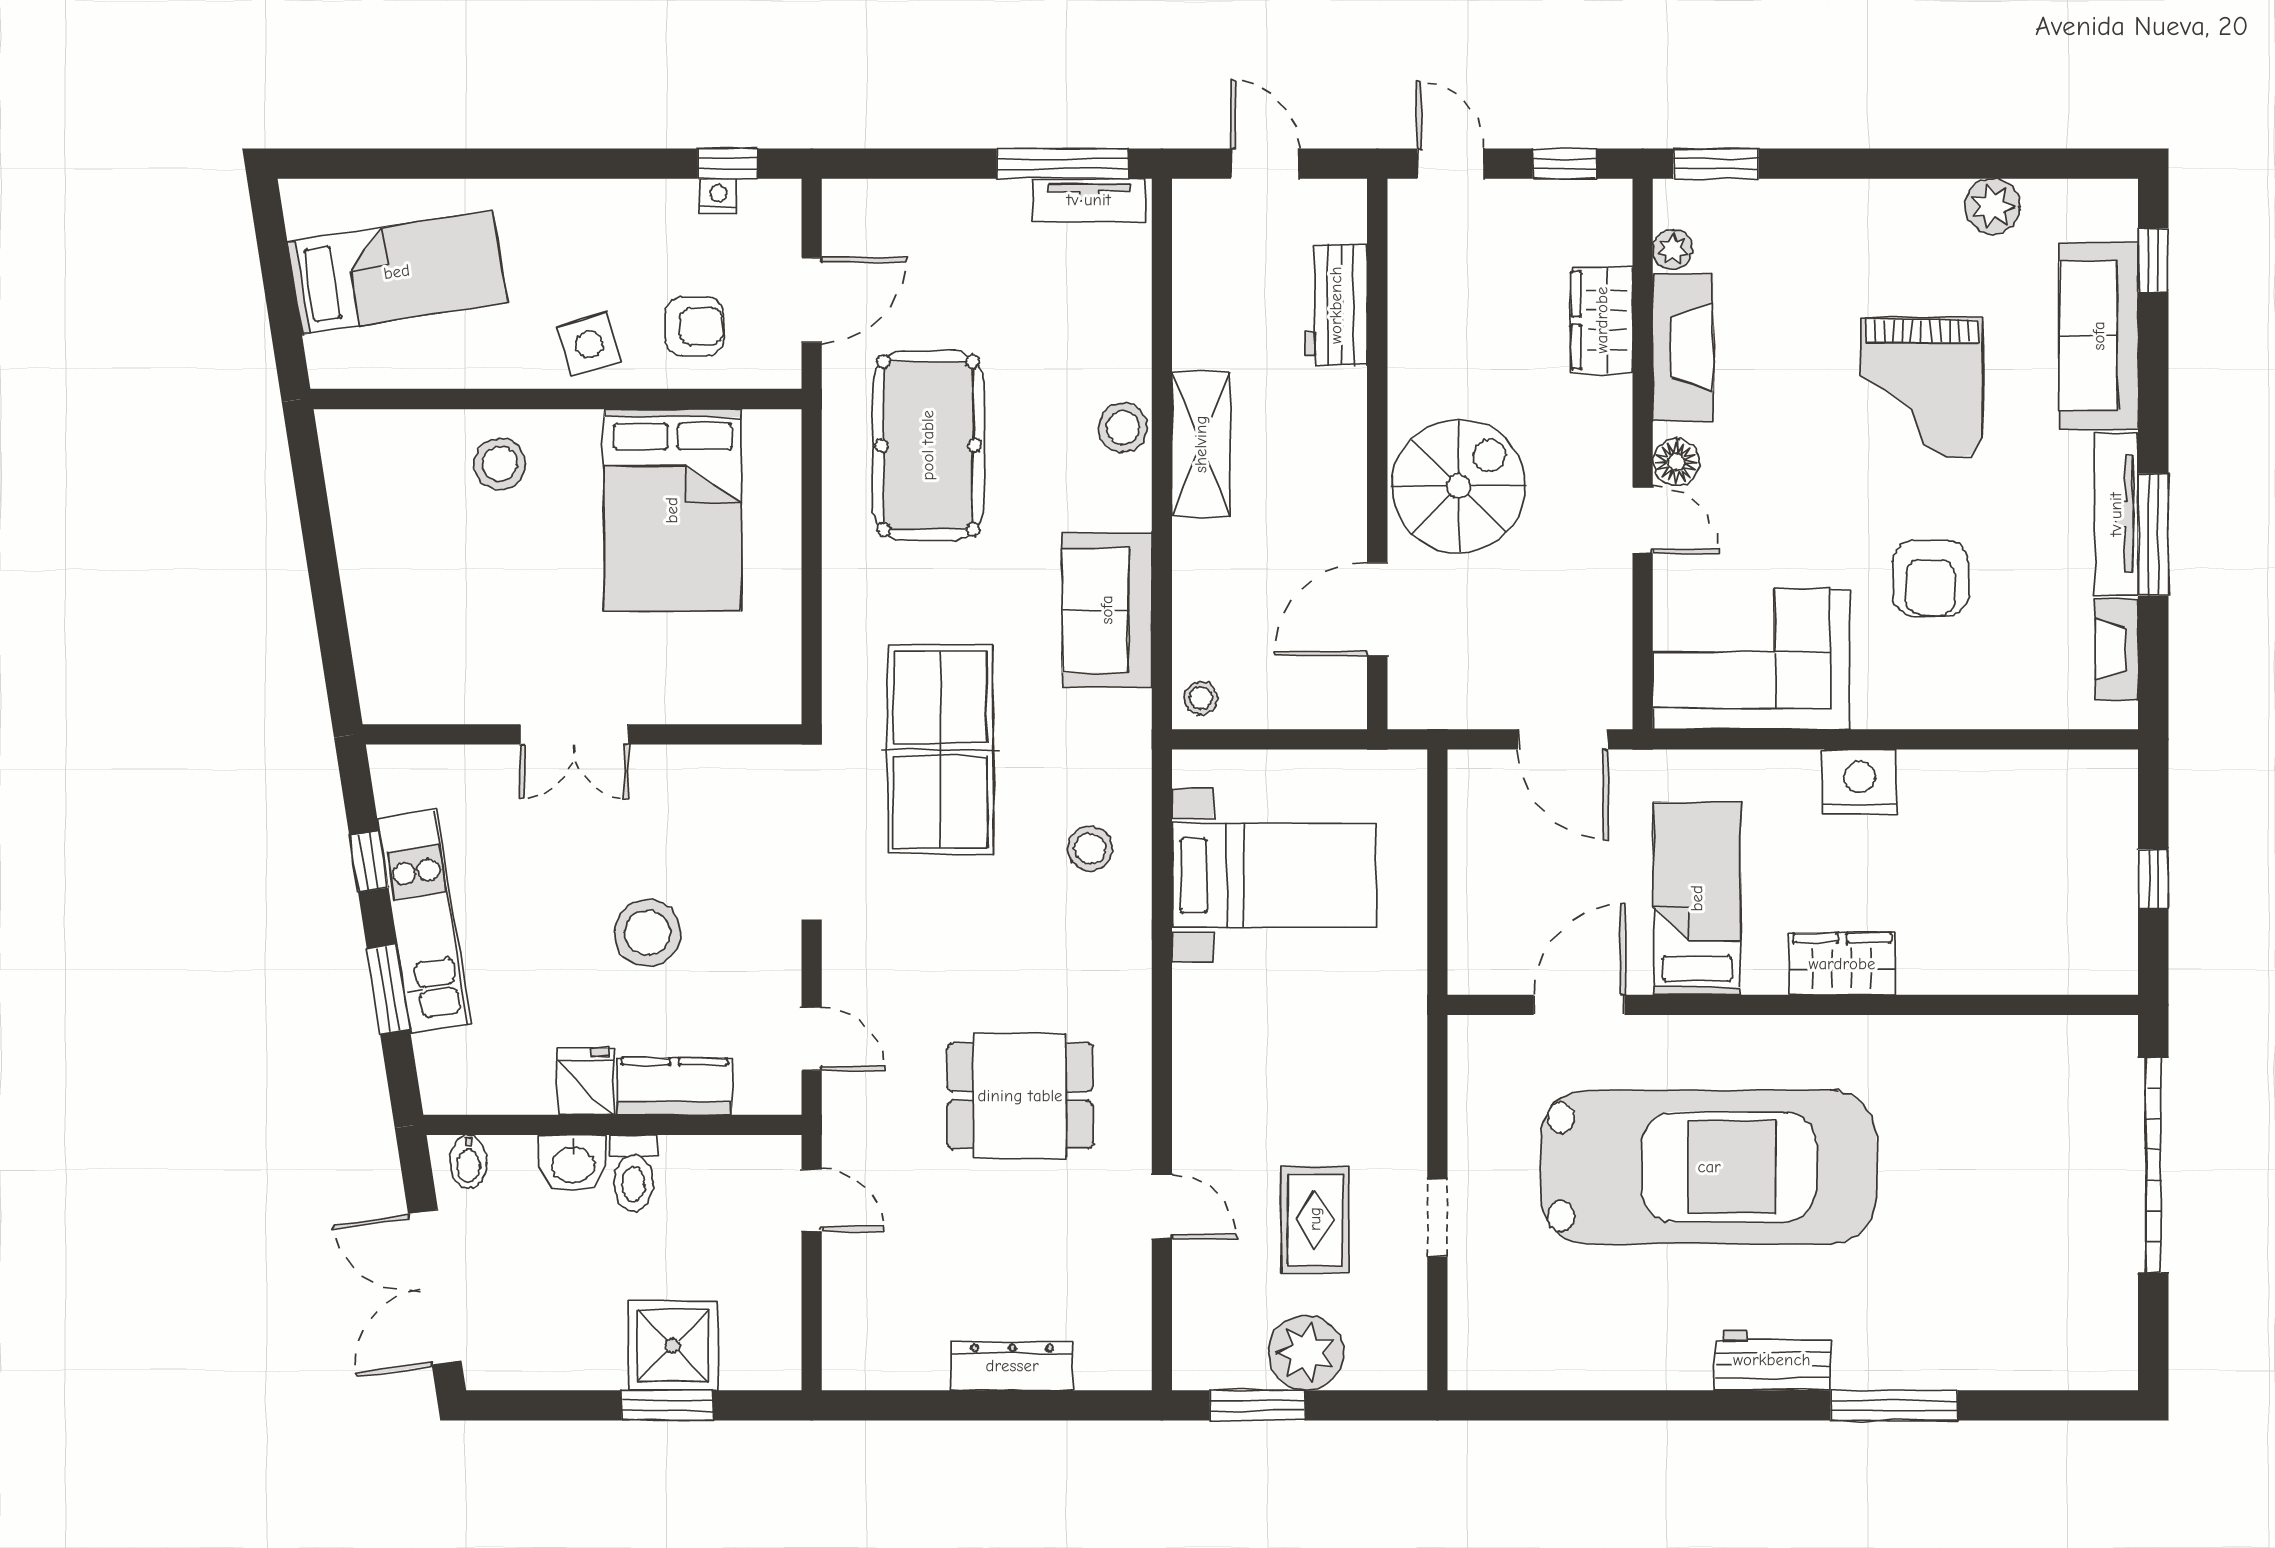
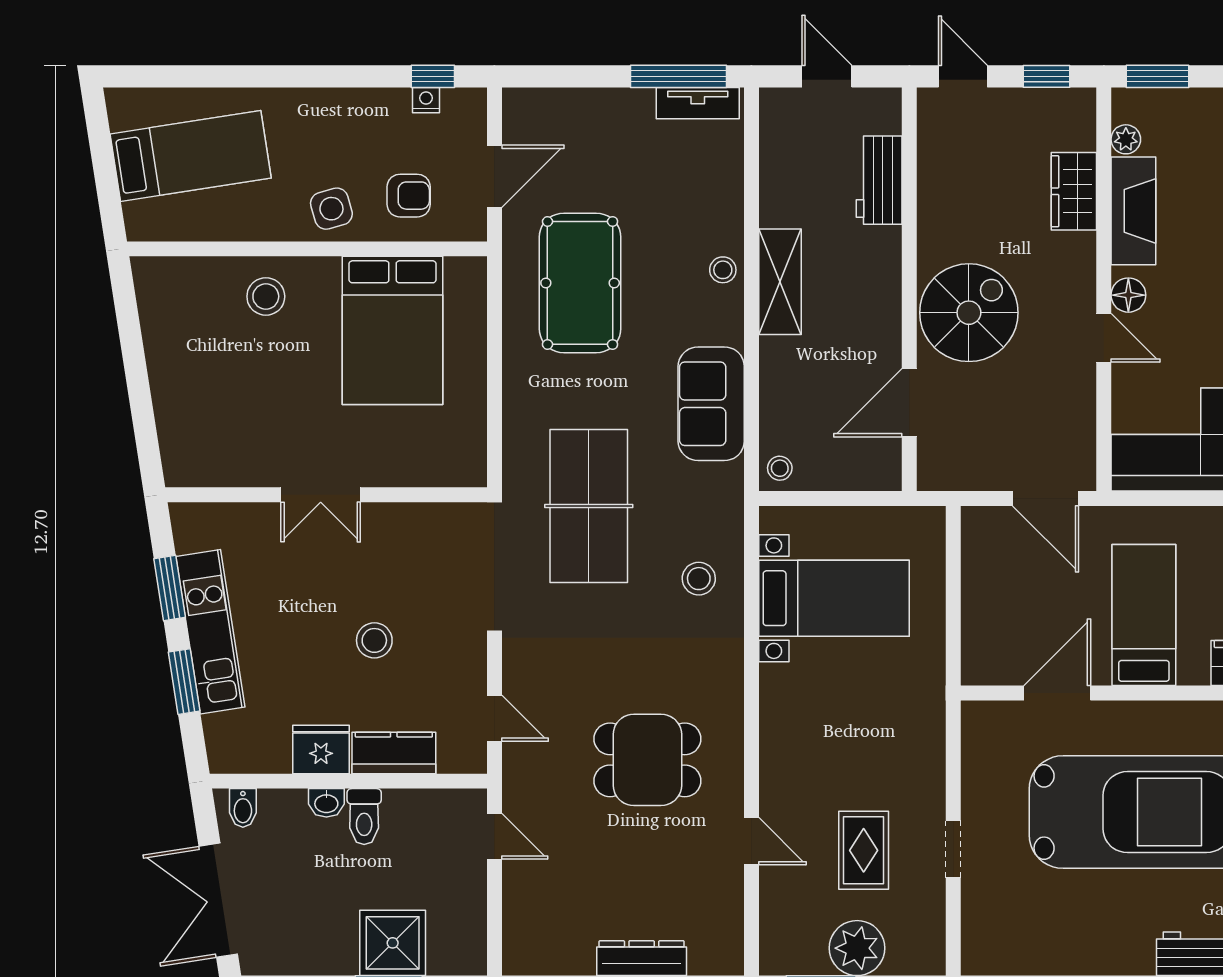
stool: (1123, 428) -> (723, 270), width x0.73, depth x0.73
window: (369, 862) -> (170, 588), width x1.50
stool: (648, 933) -> (374, 640), width x0.73, depth x0.73
fridge: (586, 1082) -> (321, 749), width x1.38
washbasin: (573, 1163) -> (326, 803), width x0.72, depth x0.69

